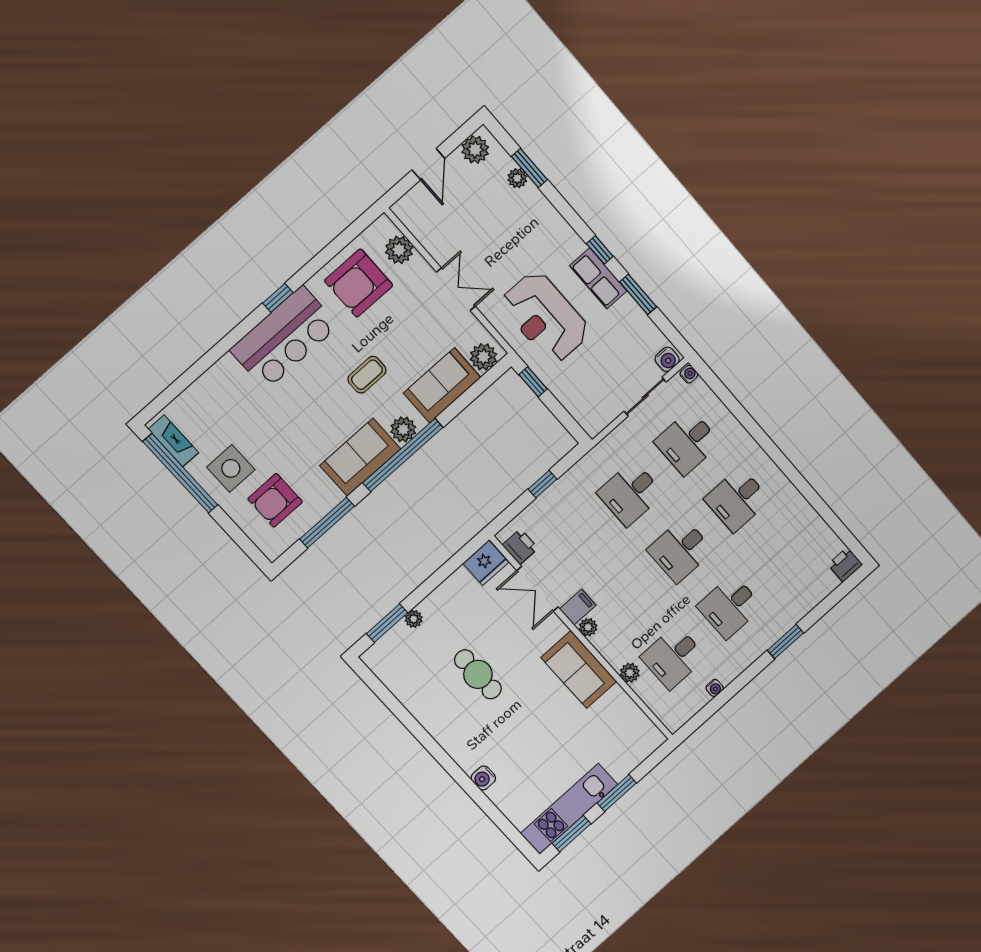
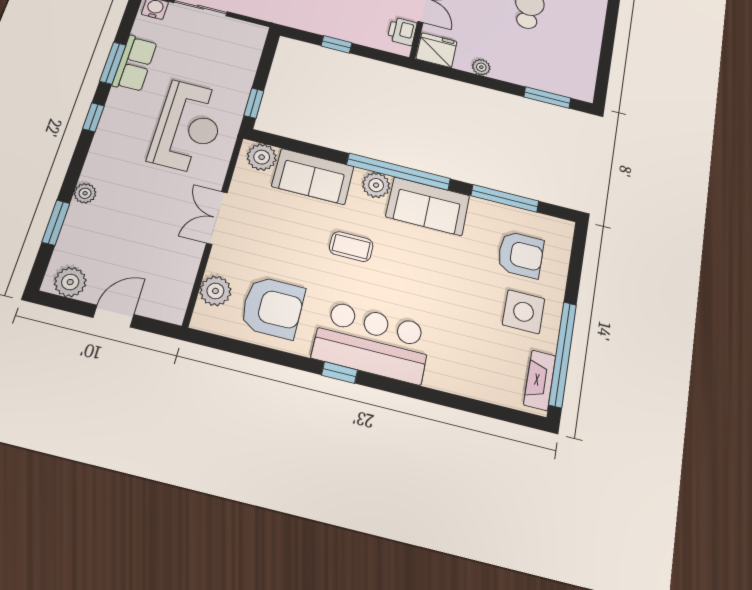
plant: (517, 178) -> (85, 193), moved
row of seats: (598, 278) -> (135, 64), moved
plant: (414, 619) -> (481, 67), moved

